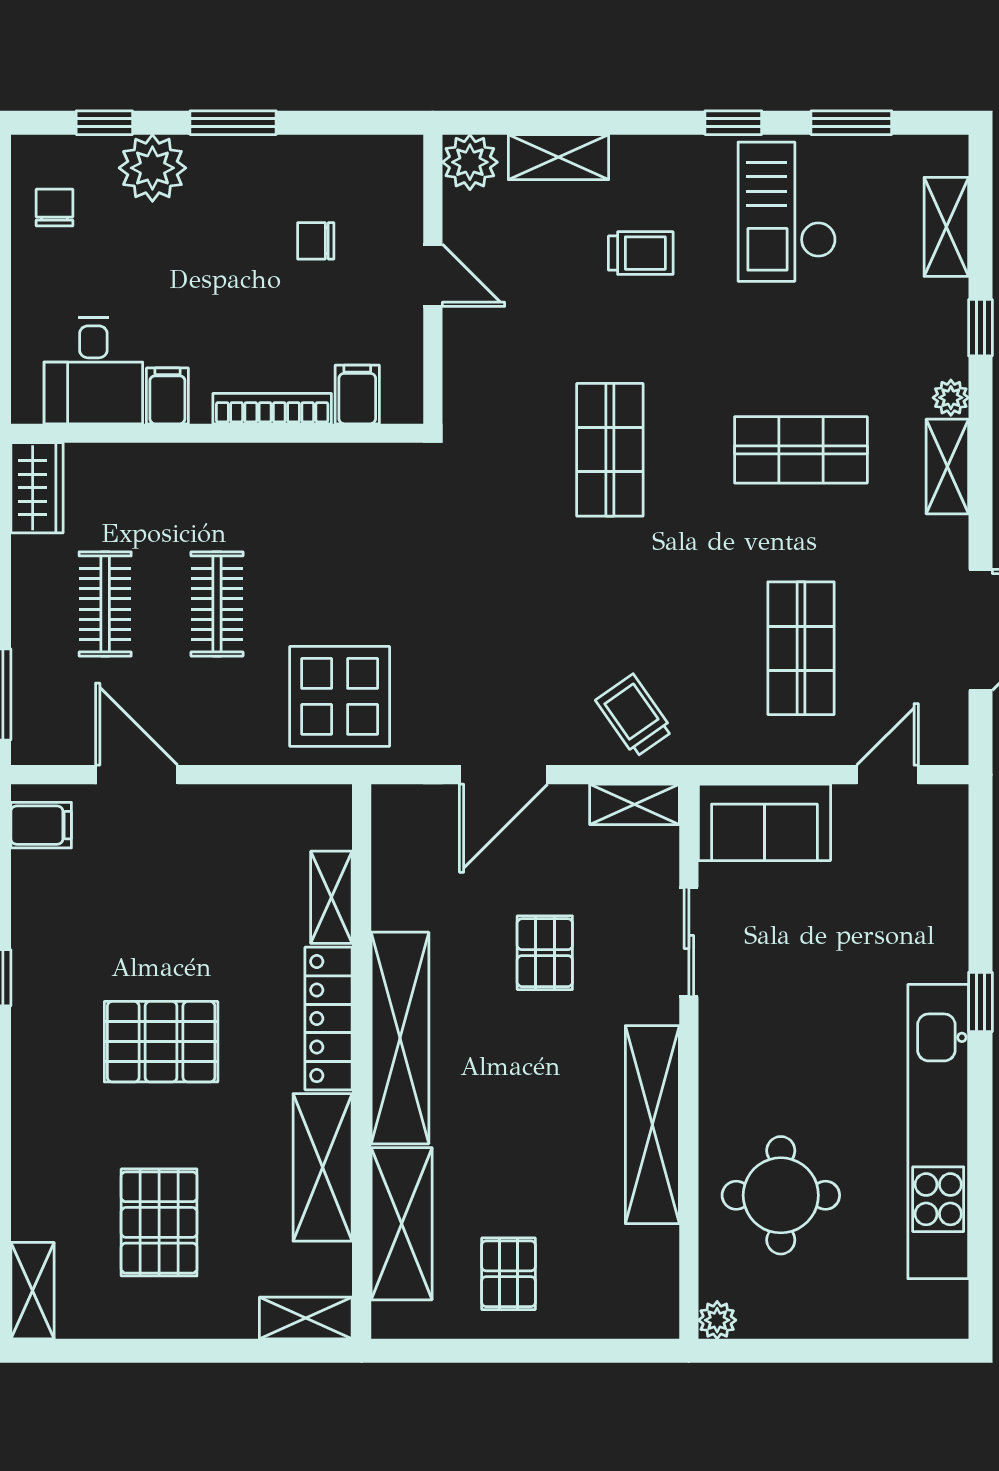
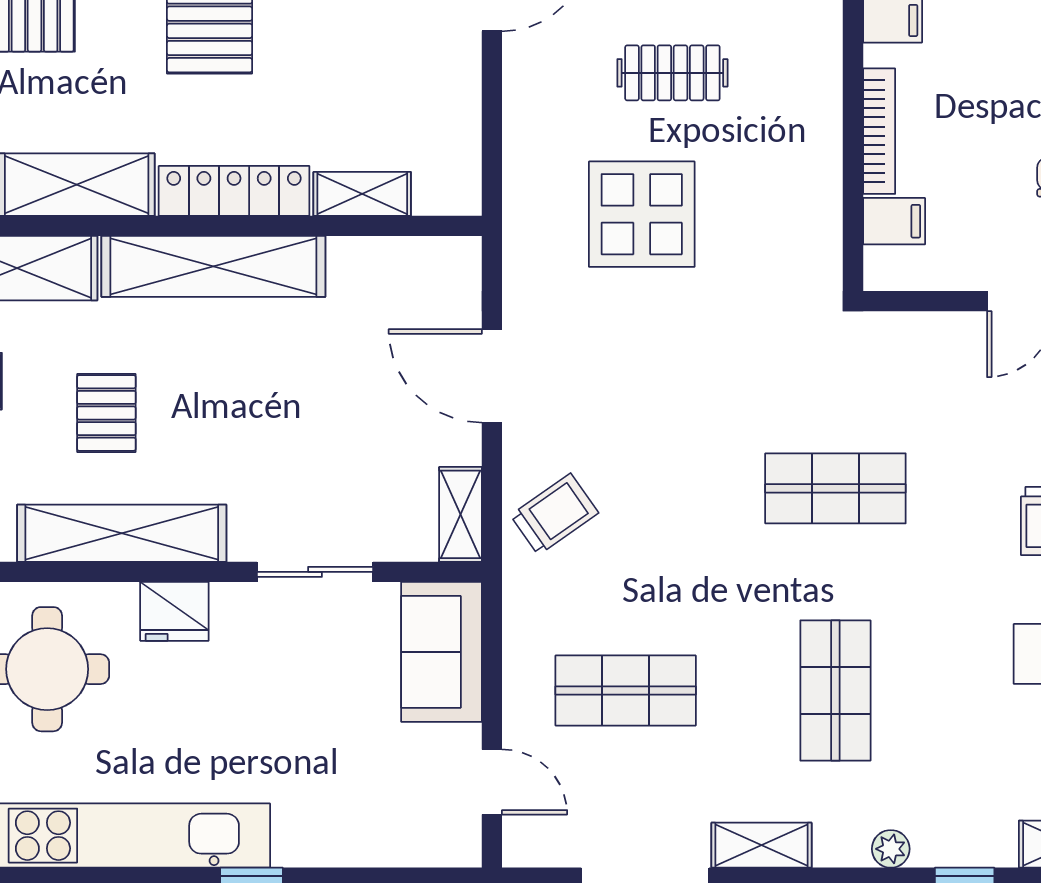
shelving: (947, 467) -> (761, 845), moved
display table: (340, 696) -> (642, 214), moved
pallet: (545, 953) -> (106, 413), moved, turned 90
fridge: (726, 1075) -> (174, 611), added

